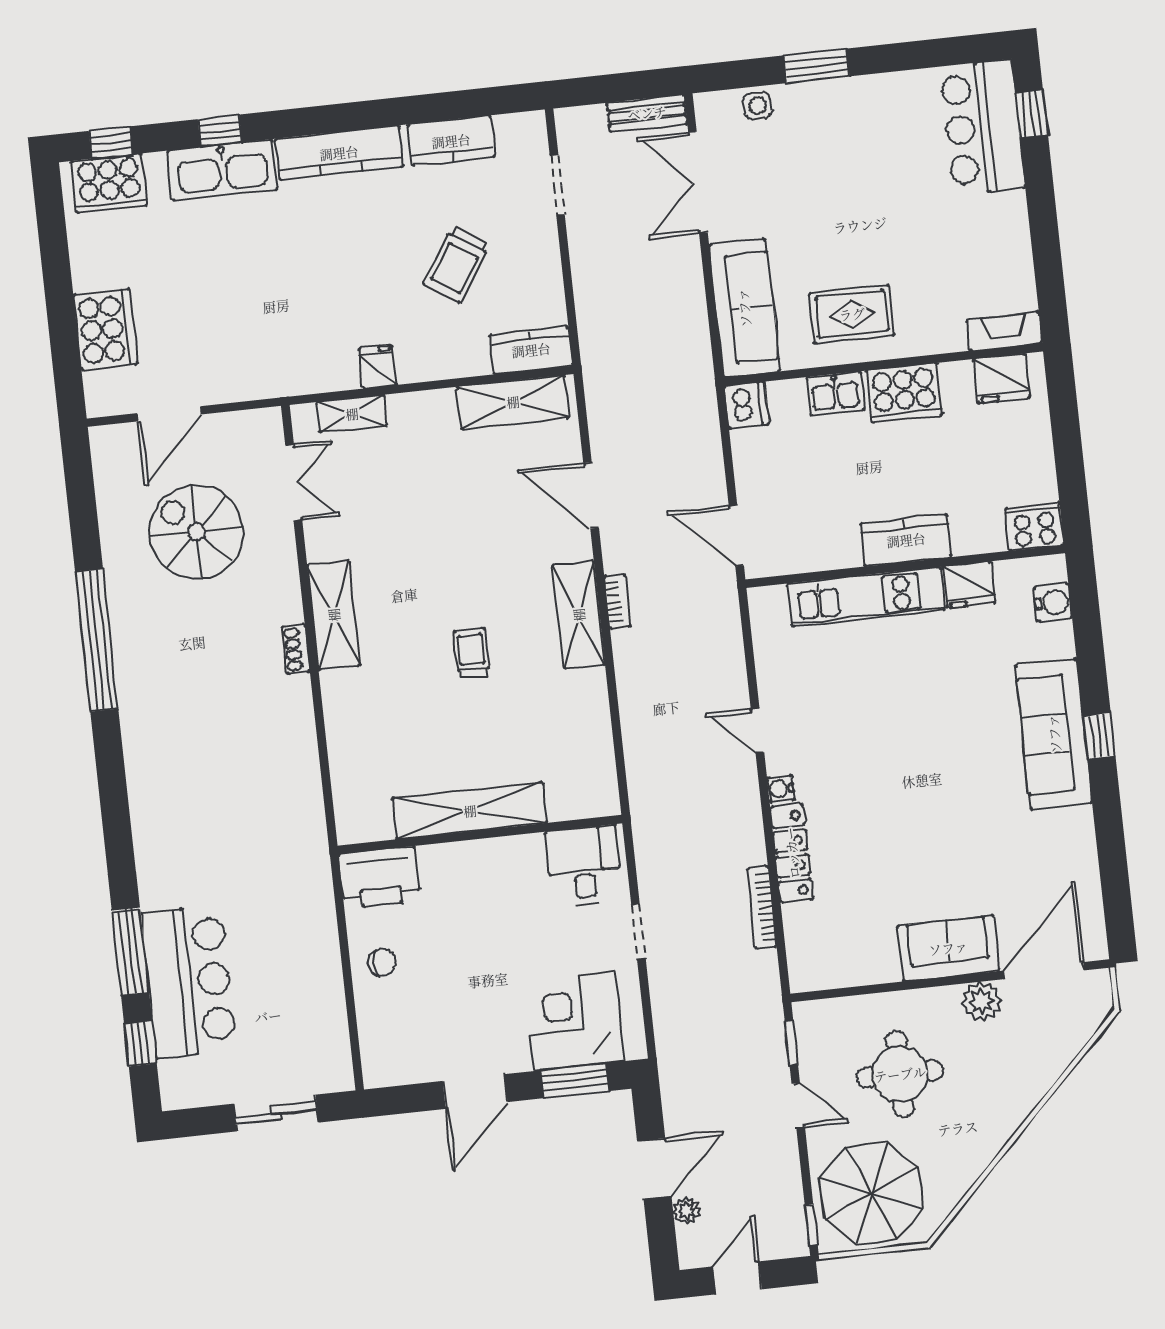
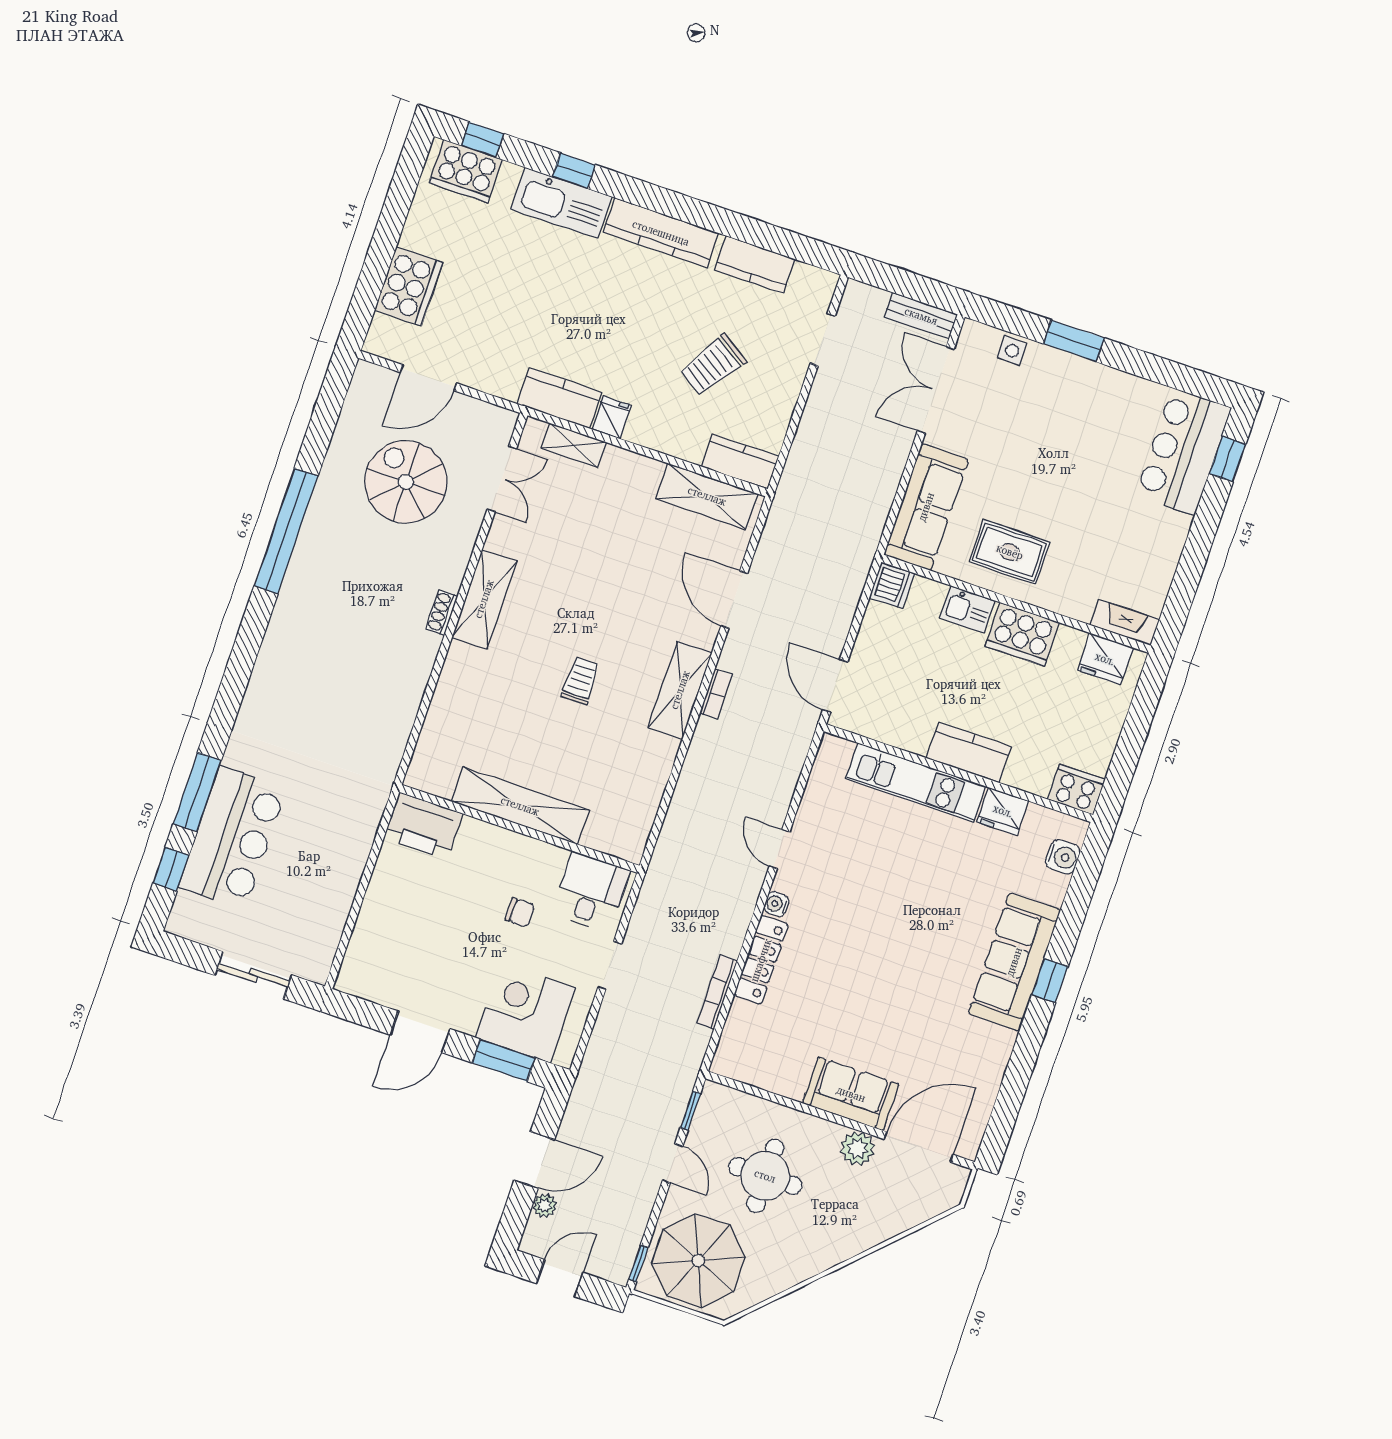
kitchen counter: (314, 372) -> (559, 398), added
chair: (382, 962) -> (520, 912), moved

